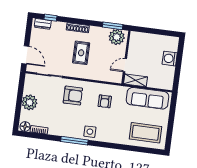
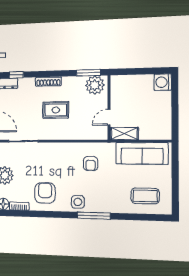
rug: (81, 53) -> (56, 110), turned 90
washing machine: (170, 59) -> (163, 82), moved
armchair: (73, 96) -> (45, 193), moved, turned -90
coffee table: (145, 133) -> (145, 196), width x0.73, depth x0.76
window: (74, 141) -> (94, 216), moved

